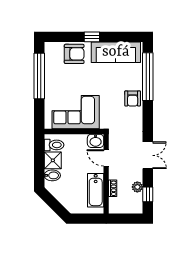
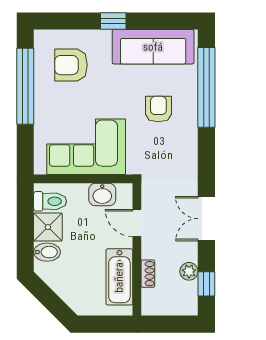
armchair: (74, 54) -> (71, 65), moved, turned 180
armchair: (133, 98) -> (158, 109), moved, turned 180
washbasin: (96, 141) -> (102, 194), moved
double door: (148, 155) -> (206, 219), swing flipped

